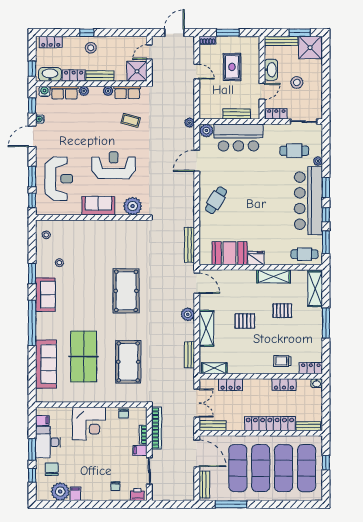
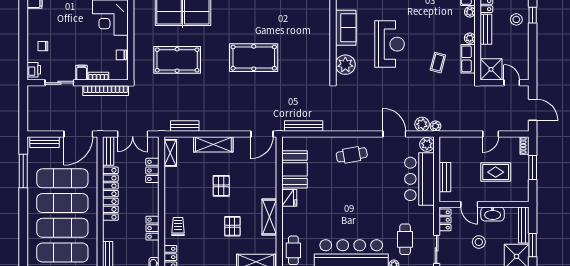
cafe table: (216, 200) -> (352, 155), turned -42
plant: (188, 314) -> (422, 124), moved
locker: (270, 424) -> (110, 194), moved

